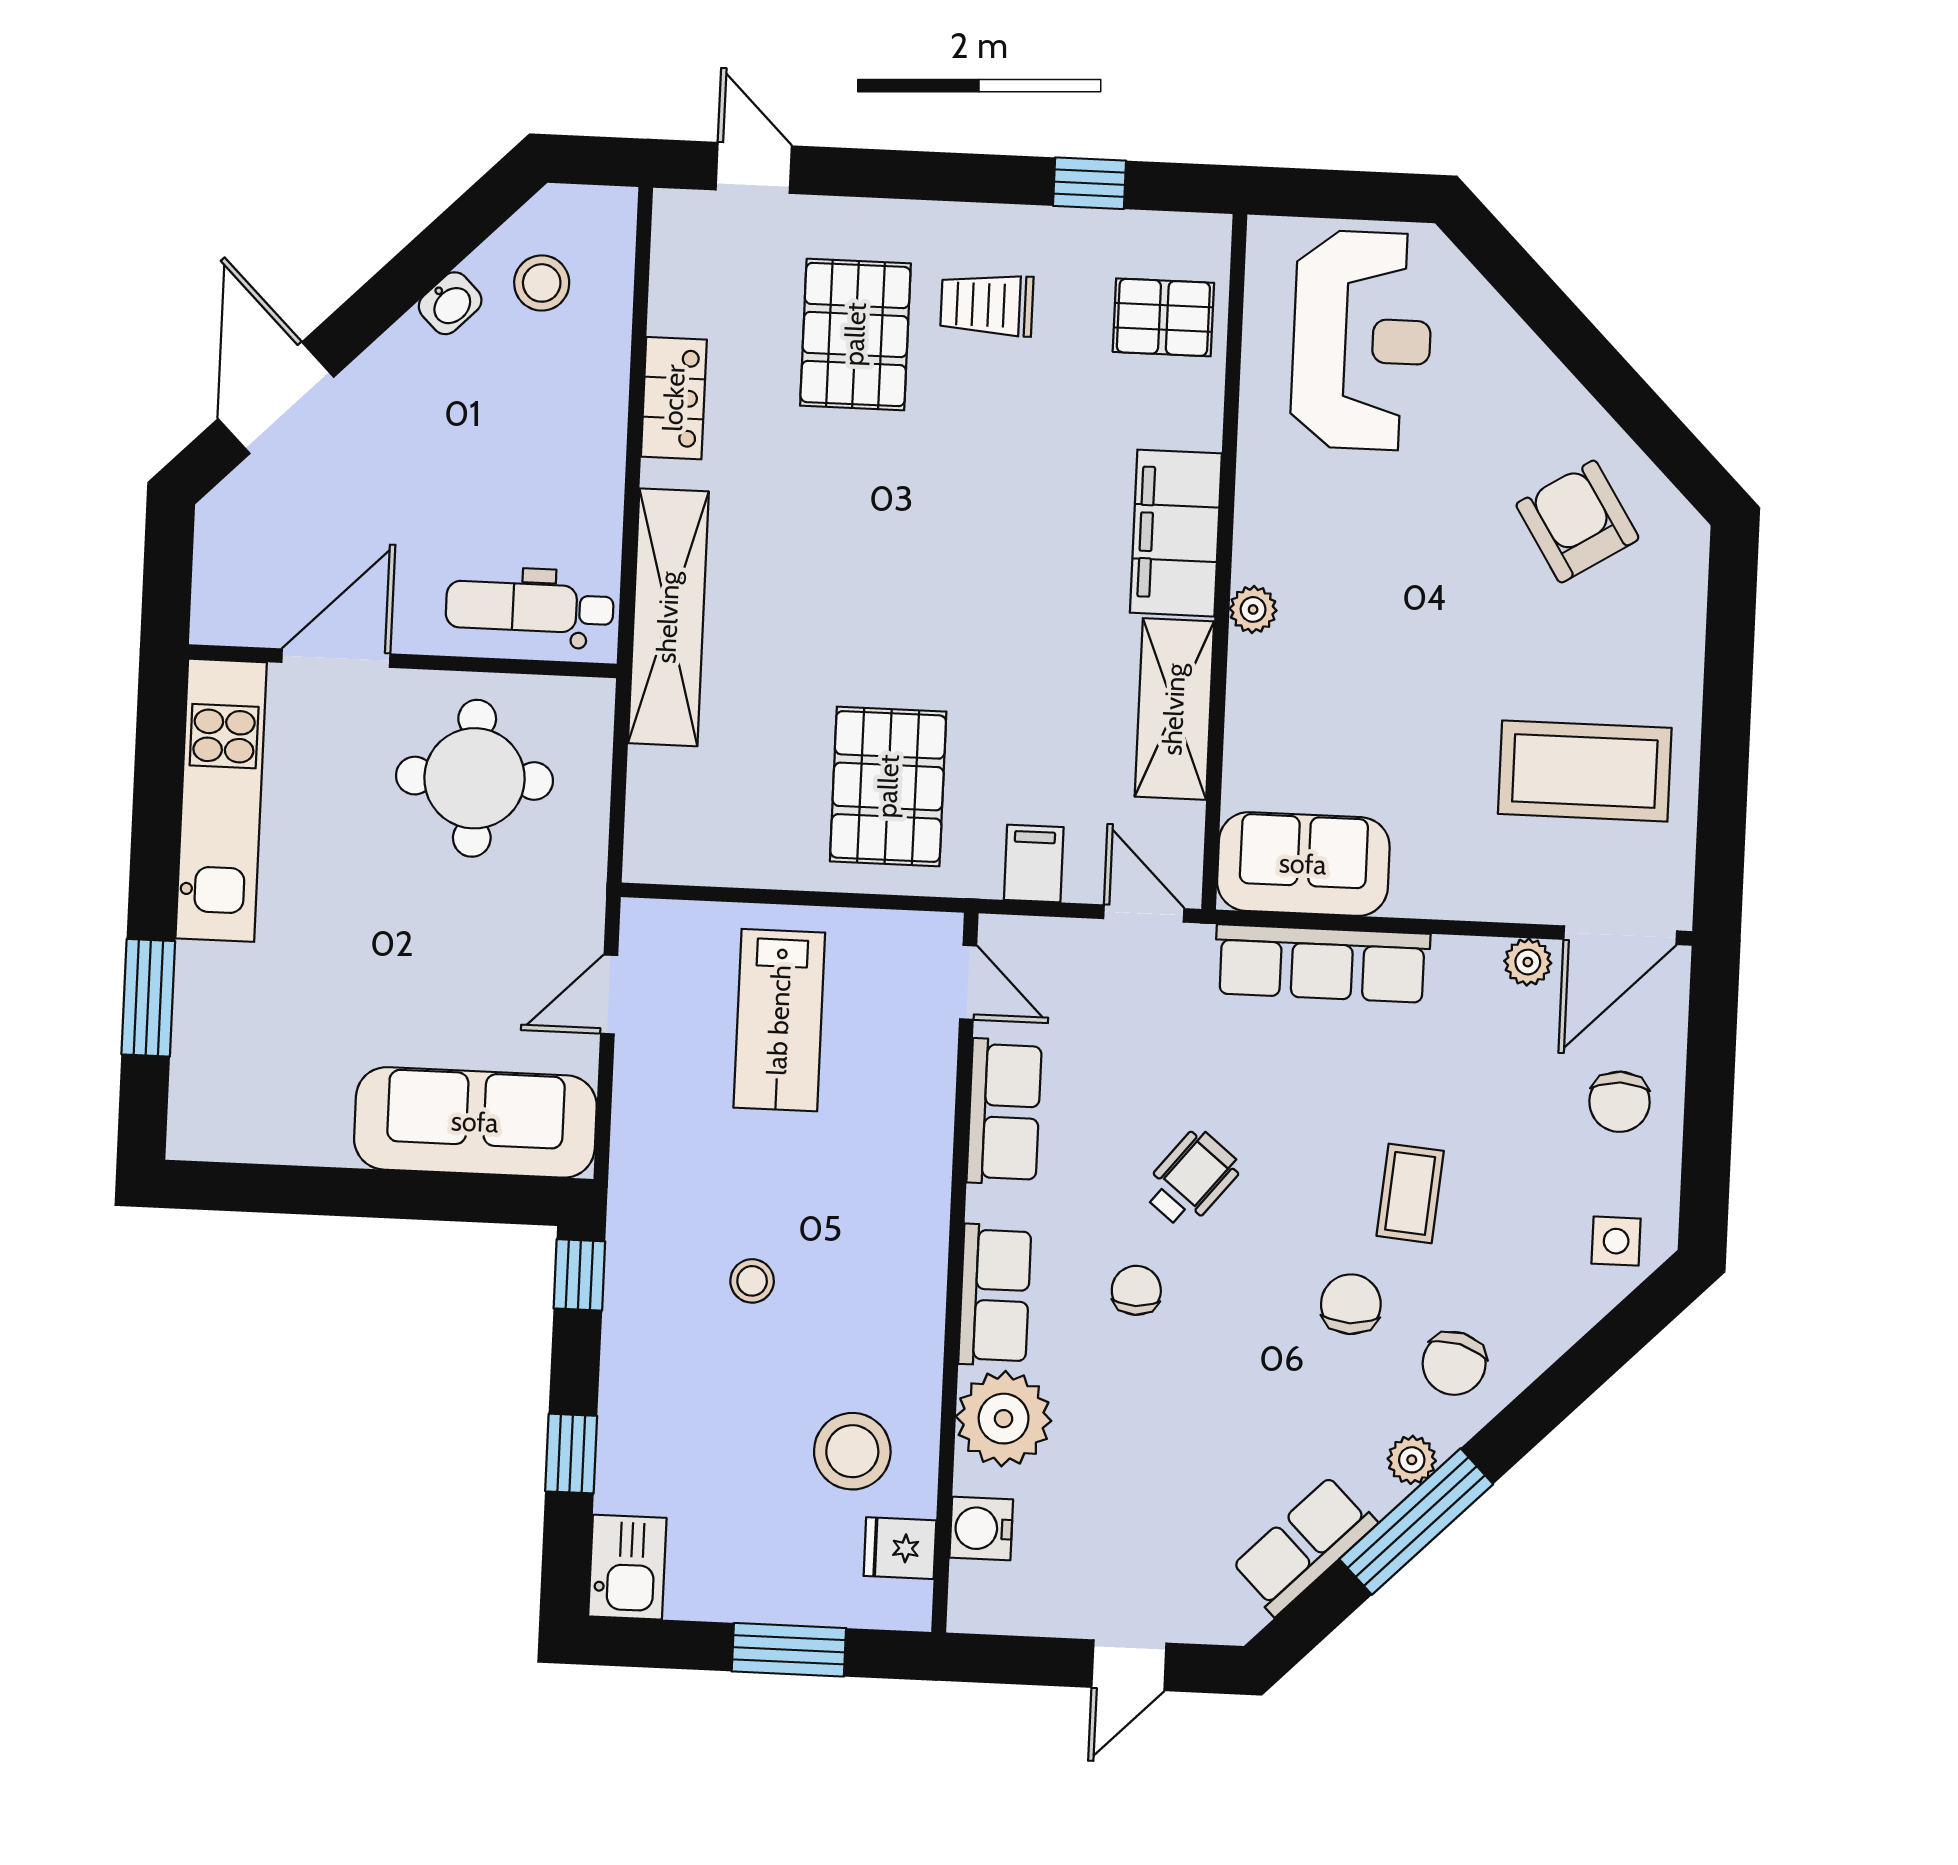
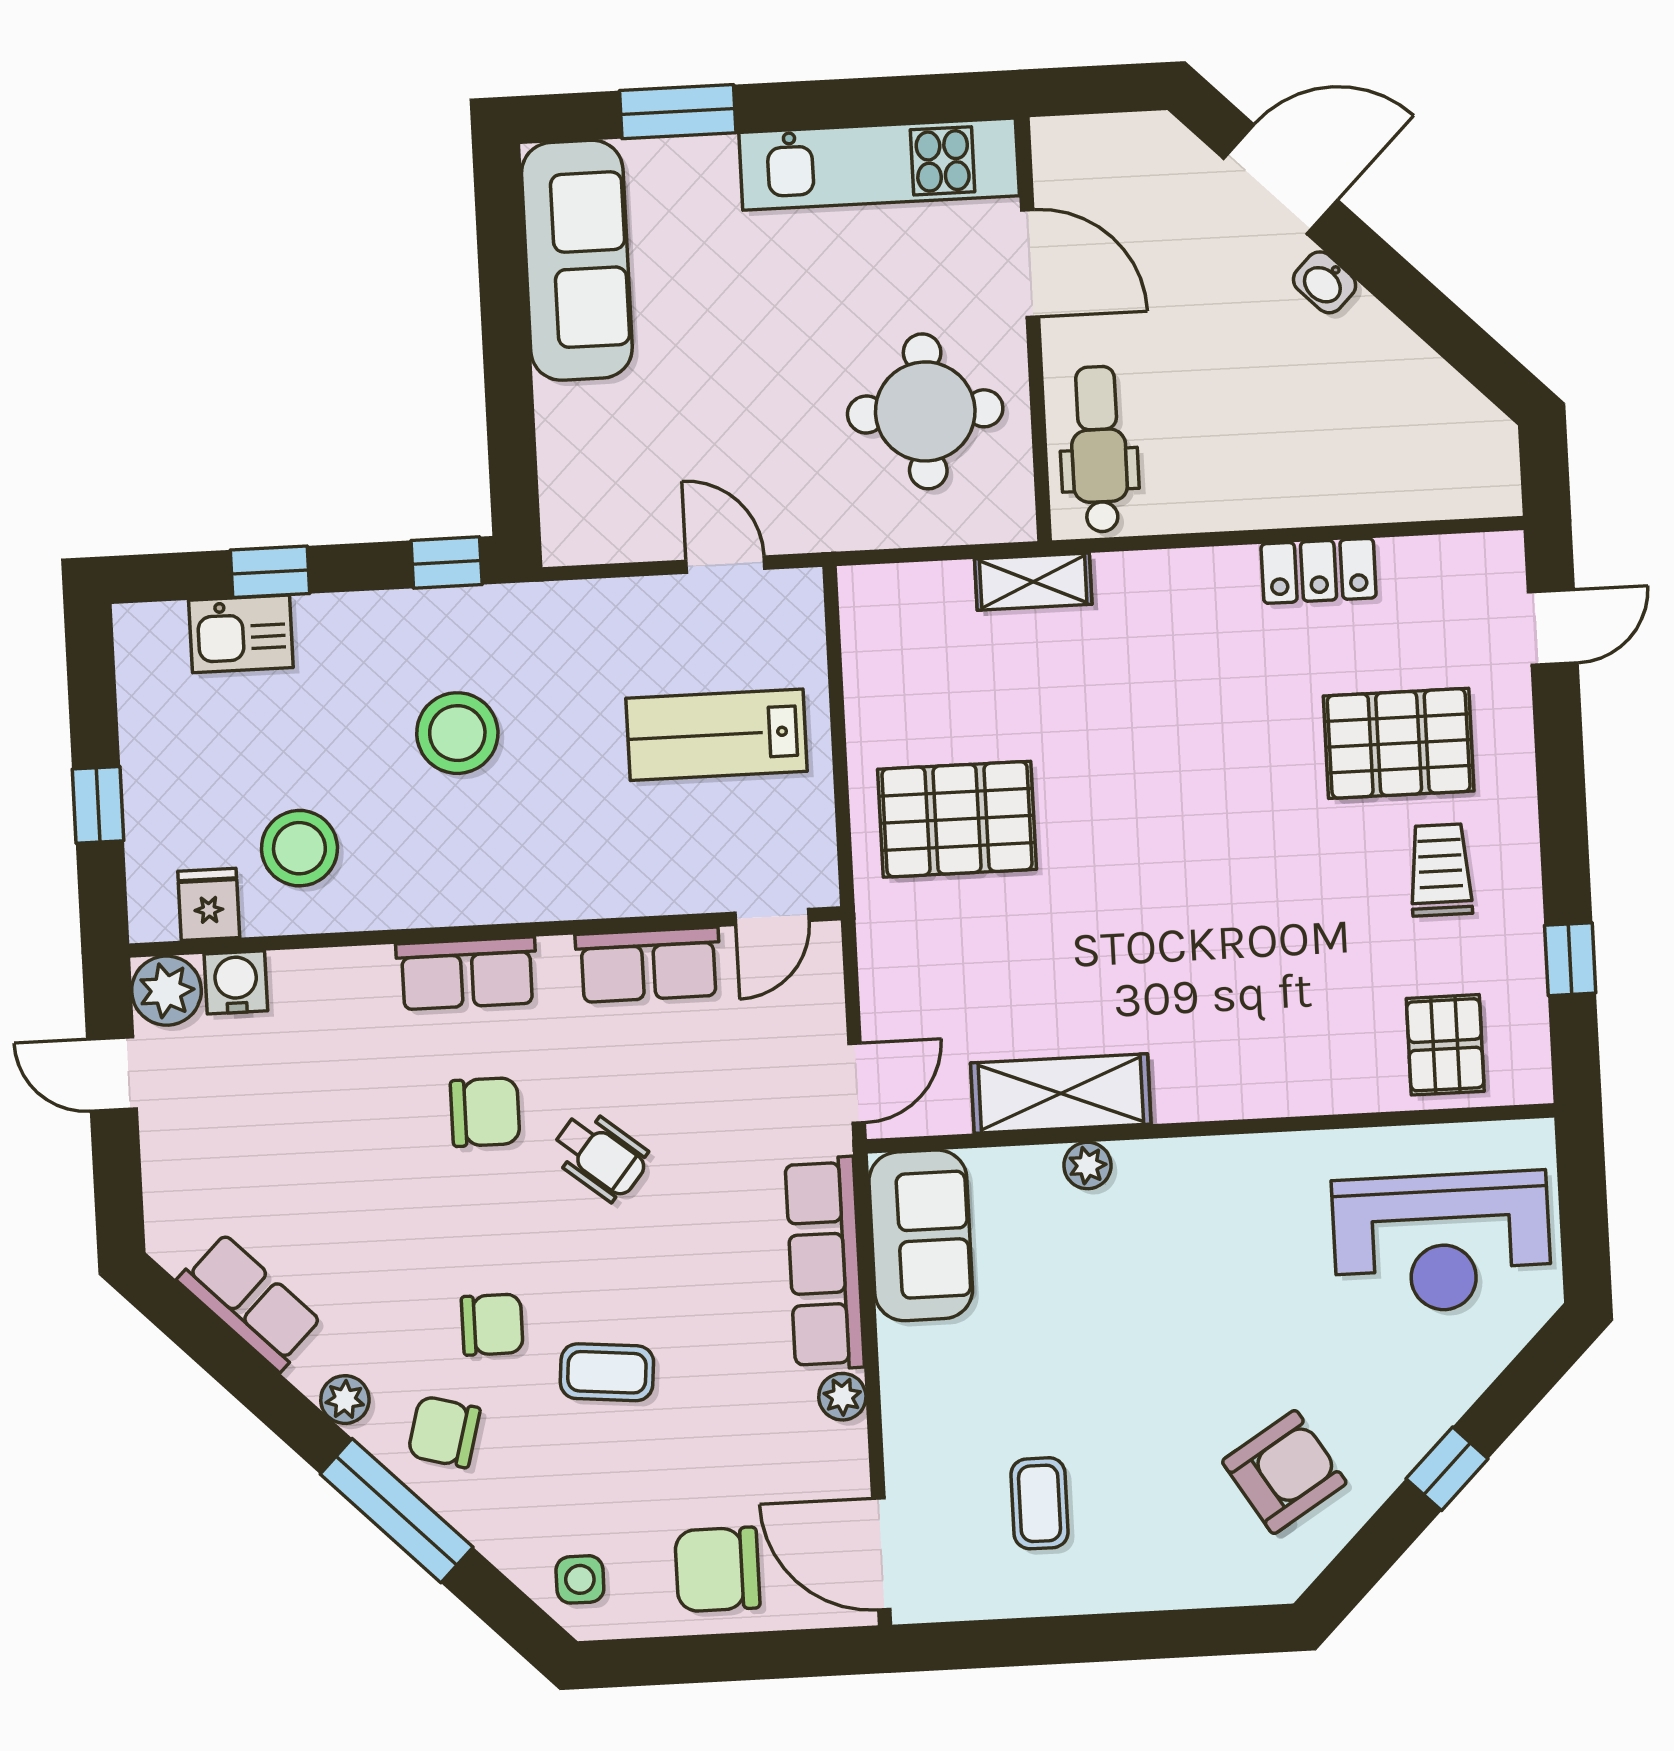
stool: (542, 283) -> (1419, 430), removed
washbasin: (450, 303) -> (1325, 282), moved
window: (1590, 357) -> (1447, 1469), added
filing cabinet: (1176, 533) -> (1234, 1078), removed
plant: (1253, 609) -> (1087, 1165), moved
shelving: (668, 617) -> (1033, 582), width x0.45, depth x0.75
coffee table: (1585, 771) -> (1040, 1503), width x0.54, depth x0.58
filing cabinet: (1034, 864) -> (895, 970), removed
plant: (1528, 962) -> (842, 1397), moved
chair: (1620, 1102) -> (717, 1569), width x1.37, depth x1.37
sofa: (475, 1122) -> (577, 260), moved
stool: (752, 1281) -> (457, 733), width x1.89, depth x1.89
chair: (1136, 1290) -> (485, 1112), width x1.37, depth x1.37
plant: (1004, 1419) -> (167, 991), moved, width x0.73, depth x0.73
window: (1416, 1522) -> (397, 1511), moved
kitchen sink: (627, 1567) -> (241, 634), moved
window: (789, 1650) -> (98, 805), width x0.67
door: (1129, 1665) -> (112, 1074), moved

